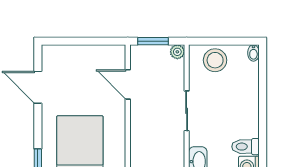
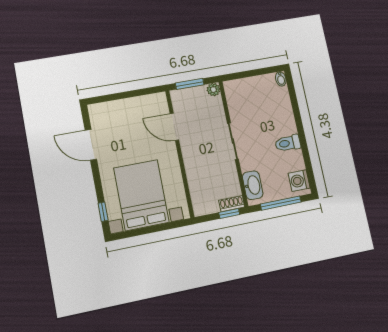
stool: (215, 60) -> (249, 91), removed
toilet: (246, 147) -> (288, 143), moved

